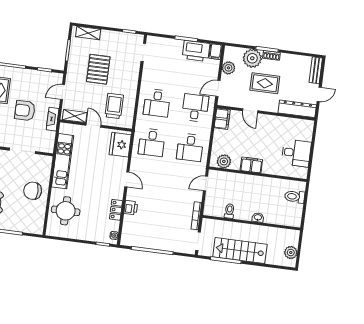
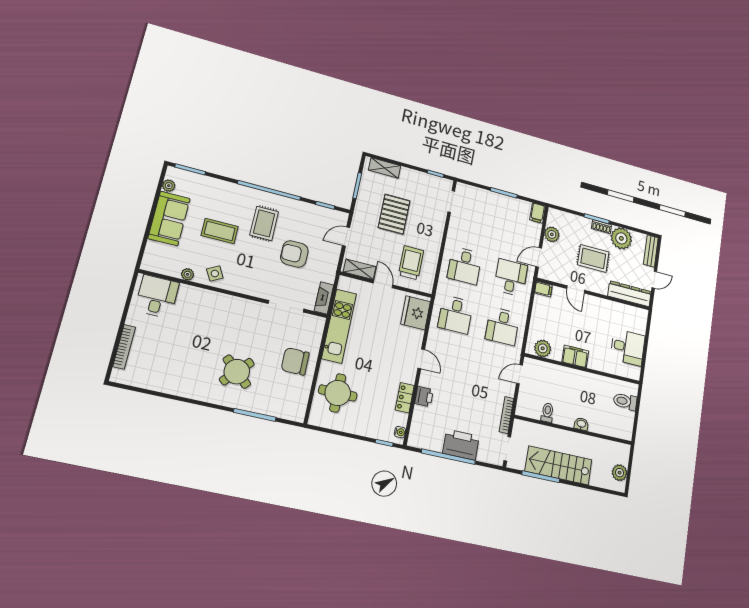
printer: (196, 51) -> (461, 445), moved, turned 180
plant: (252, 58) -> (621, 238), moved
fireplace: (53, 119) -> (324, 298), moved
filing cabinet: (222, 119) -> (543, 289), width x0.50

